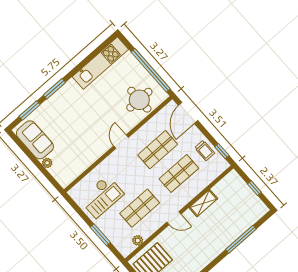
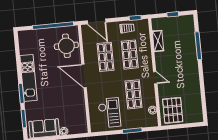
kitchen unit: (100, 63) -> (28, 78), moved
door: (121, 142) -> (84, 76), width x1.88
shelving: (203, 203) -> (158, 41), moved
door: (174, 218) -> (155, 78), hinge flipped

